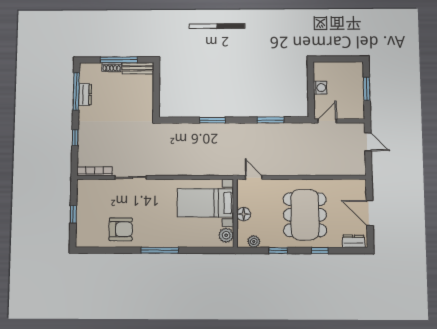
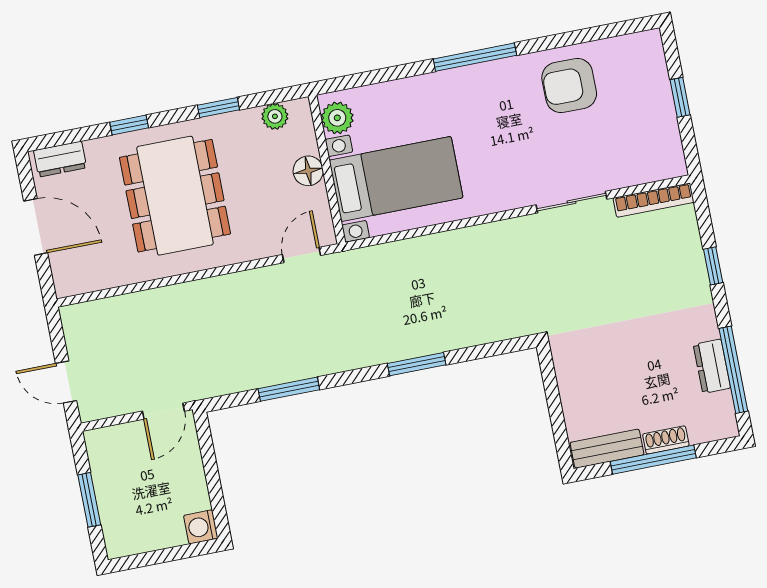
washing machine: (320, 88) -> (201, 527), moved
door: (254, 177) -> (302, 255), swing flipped

